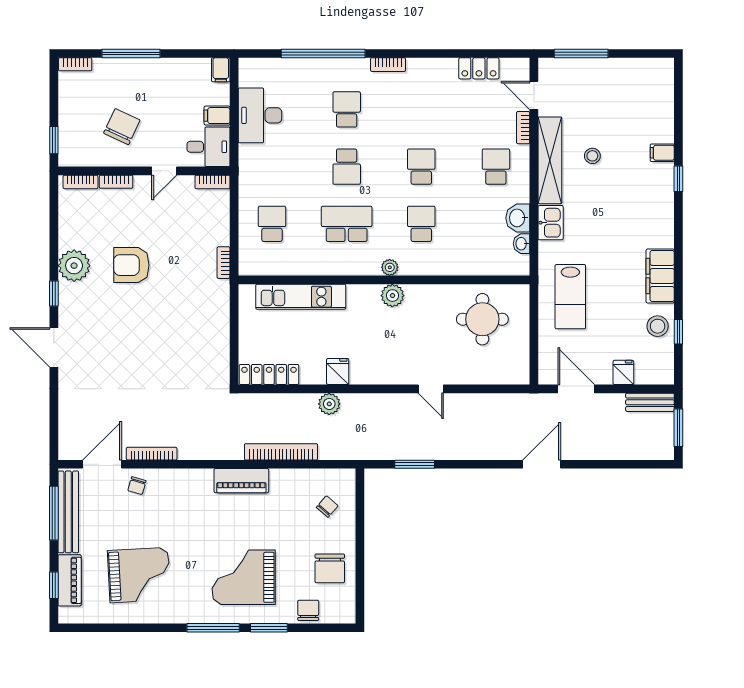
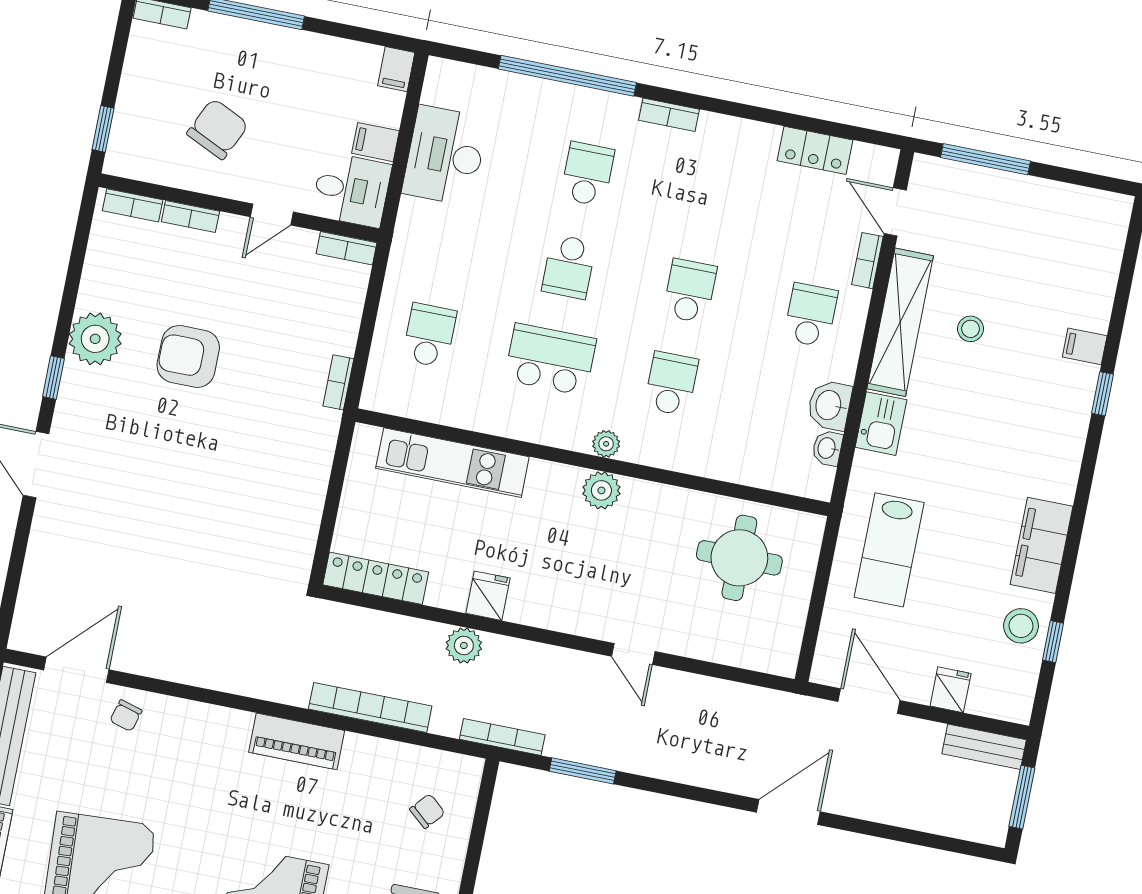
bookcase: (152, 454) -> (502, 737), moved

